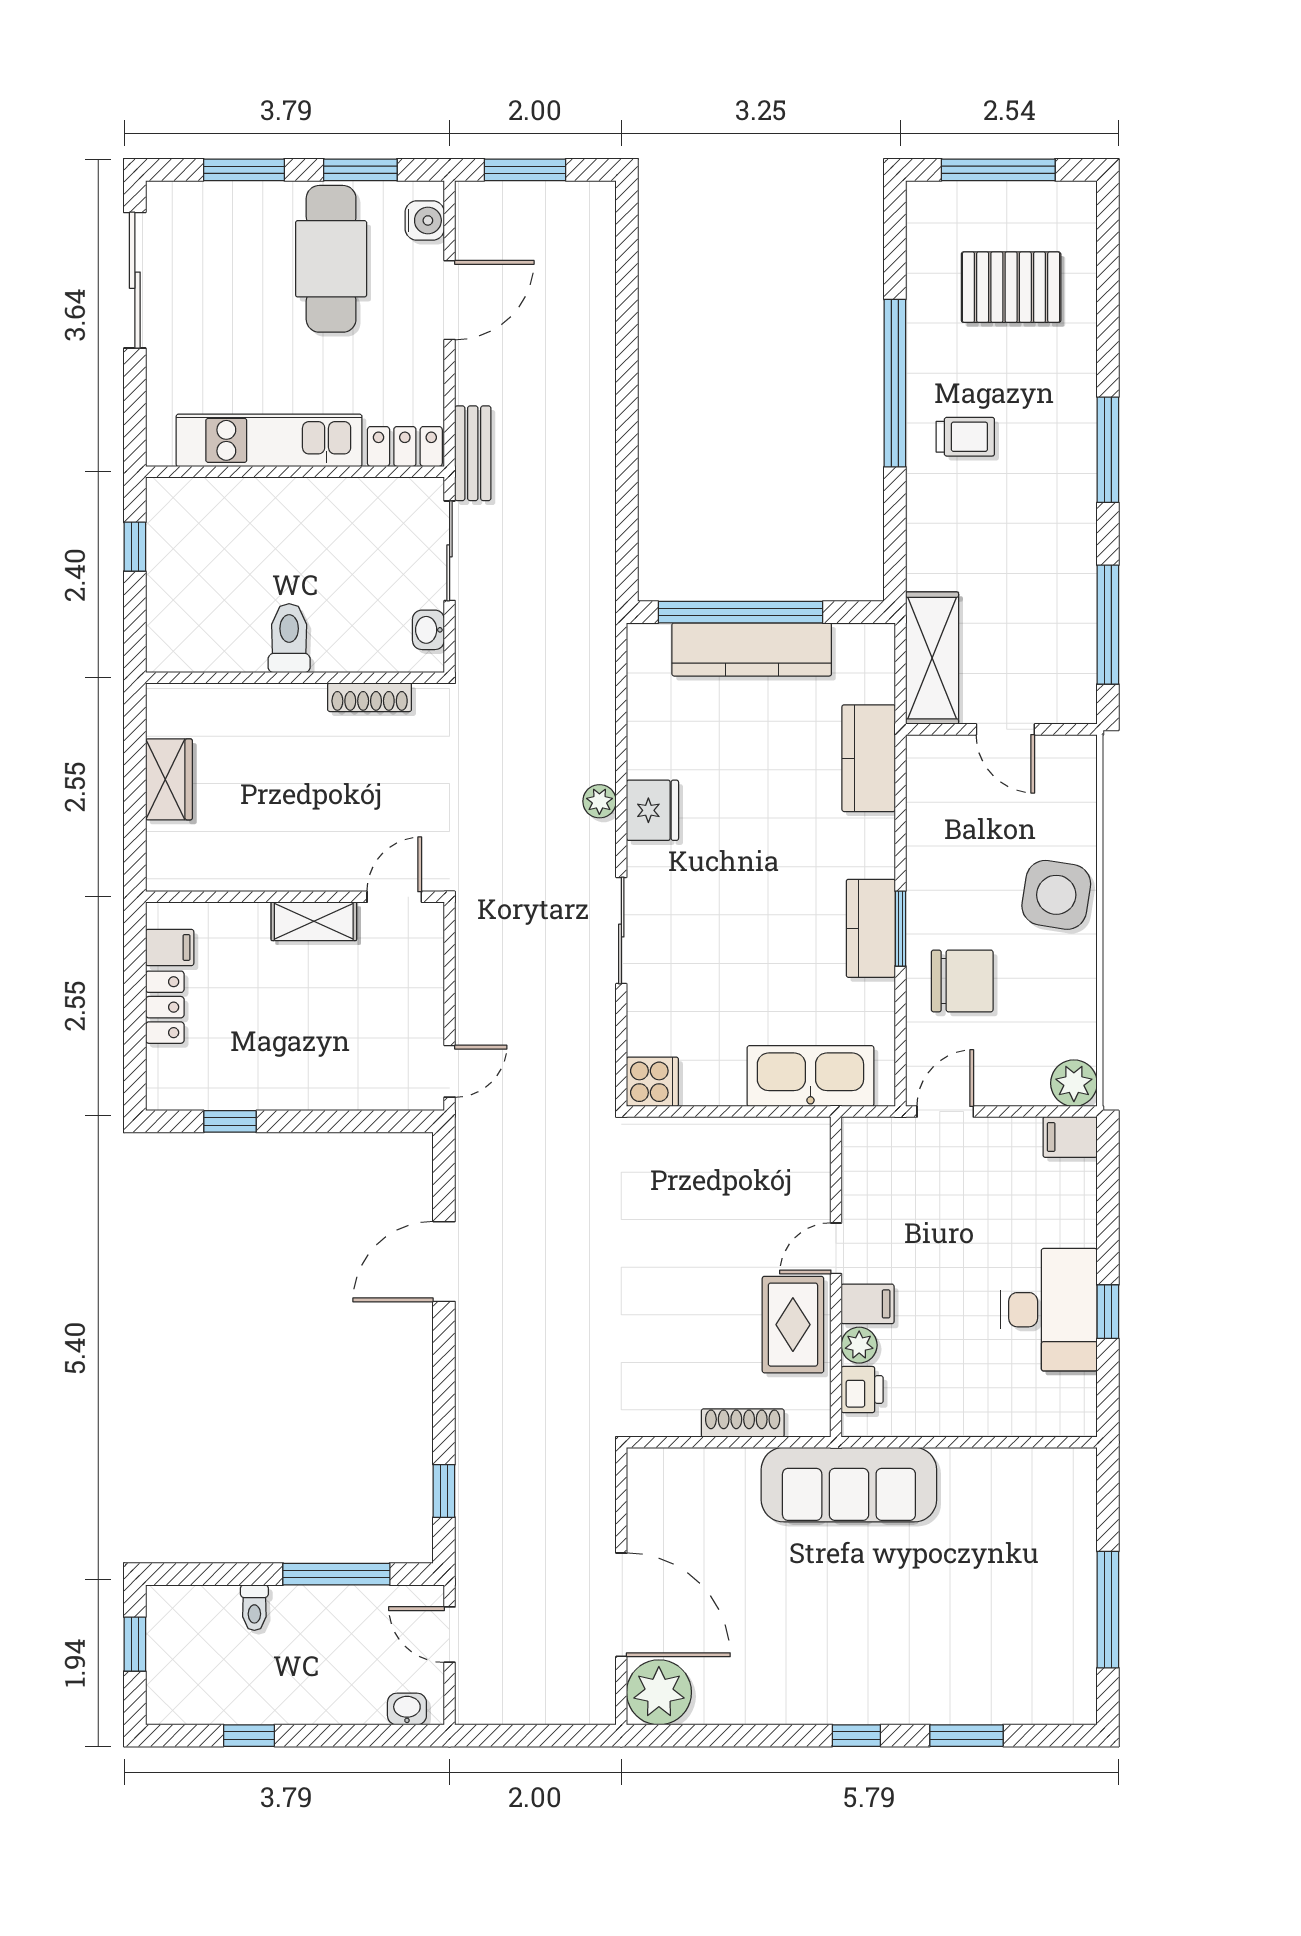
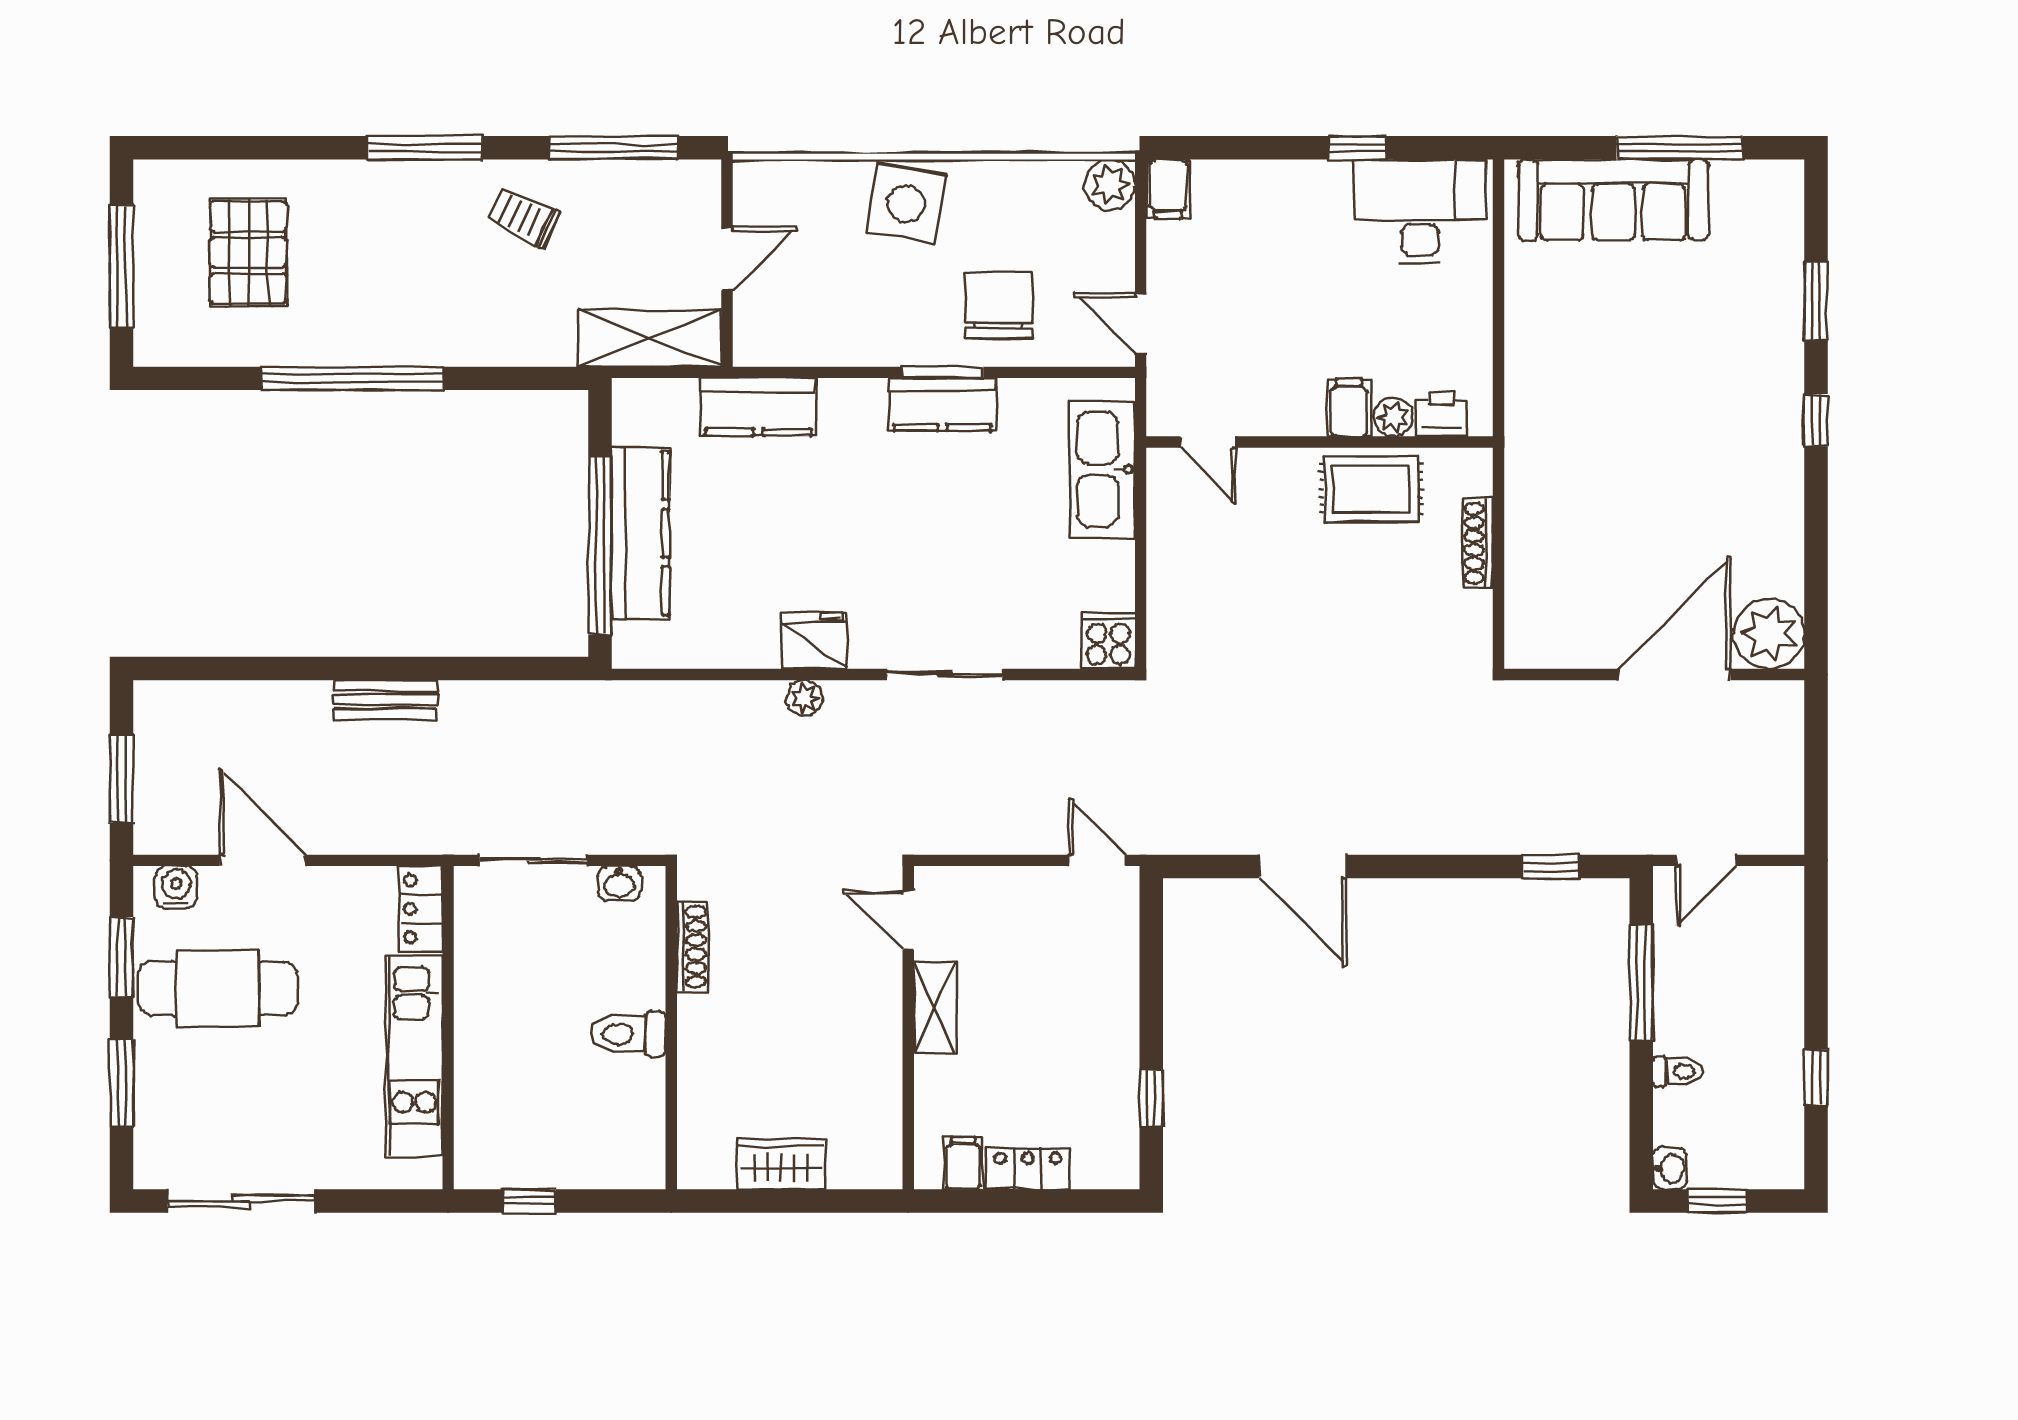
trolley: (965, 437) -> (523, 217), moved, turned -65
bench: (473, 453) -> (385, 700), moved
door: (836, 1248) -> (1208, 442), moved
desk: (1049, 1310) -> (1420, 212), moved
sofa: (849, 1485) -> (1613, 200), moved, turned 90
washbasin: (407, 1709) -> (1670, 1168), moved, turned 180

